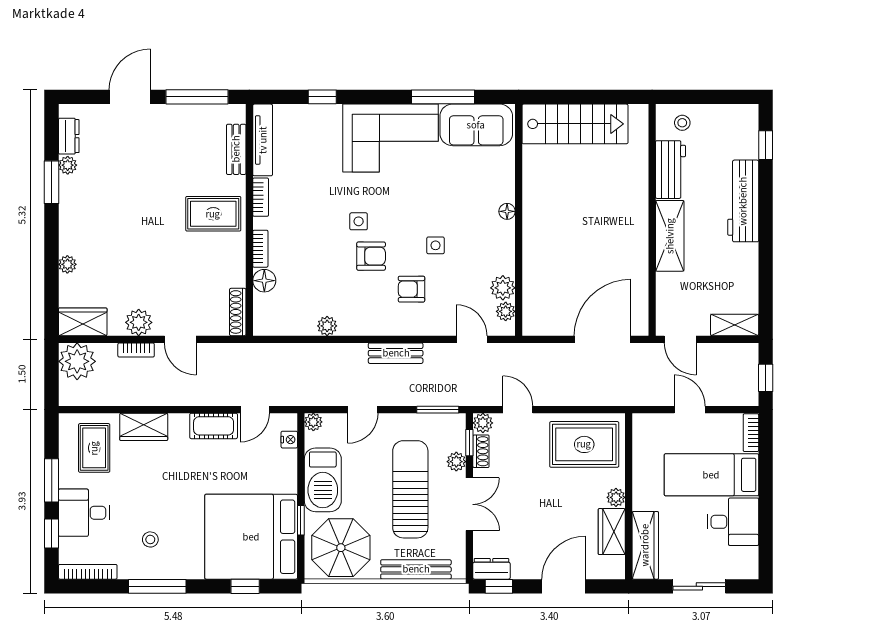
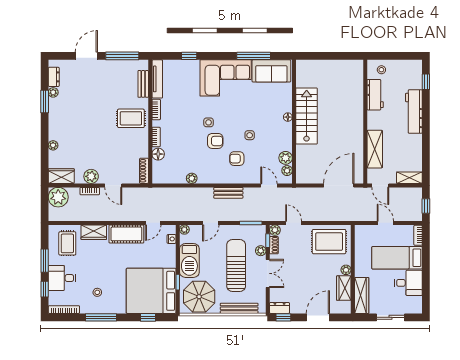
stairs: (575, 124) -> (307, 116), moved, turned -90
shelving: (670, 236) -> (375, 149), moved
cot: (214, 426) -> (126, 234), width x1.37, depth x1.34

